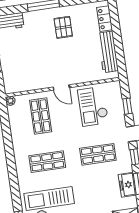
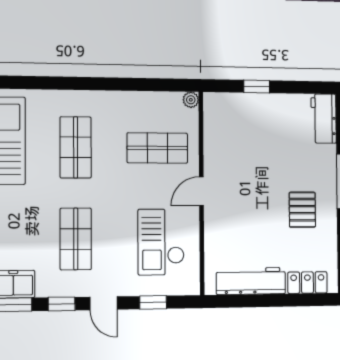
pallet: (63, 27) -> (302, 210), turned 90
checkout: (93, 106) -> (161, 242), turned -90

